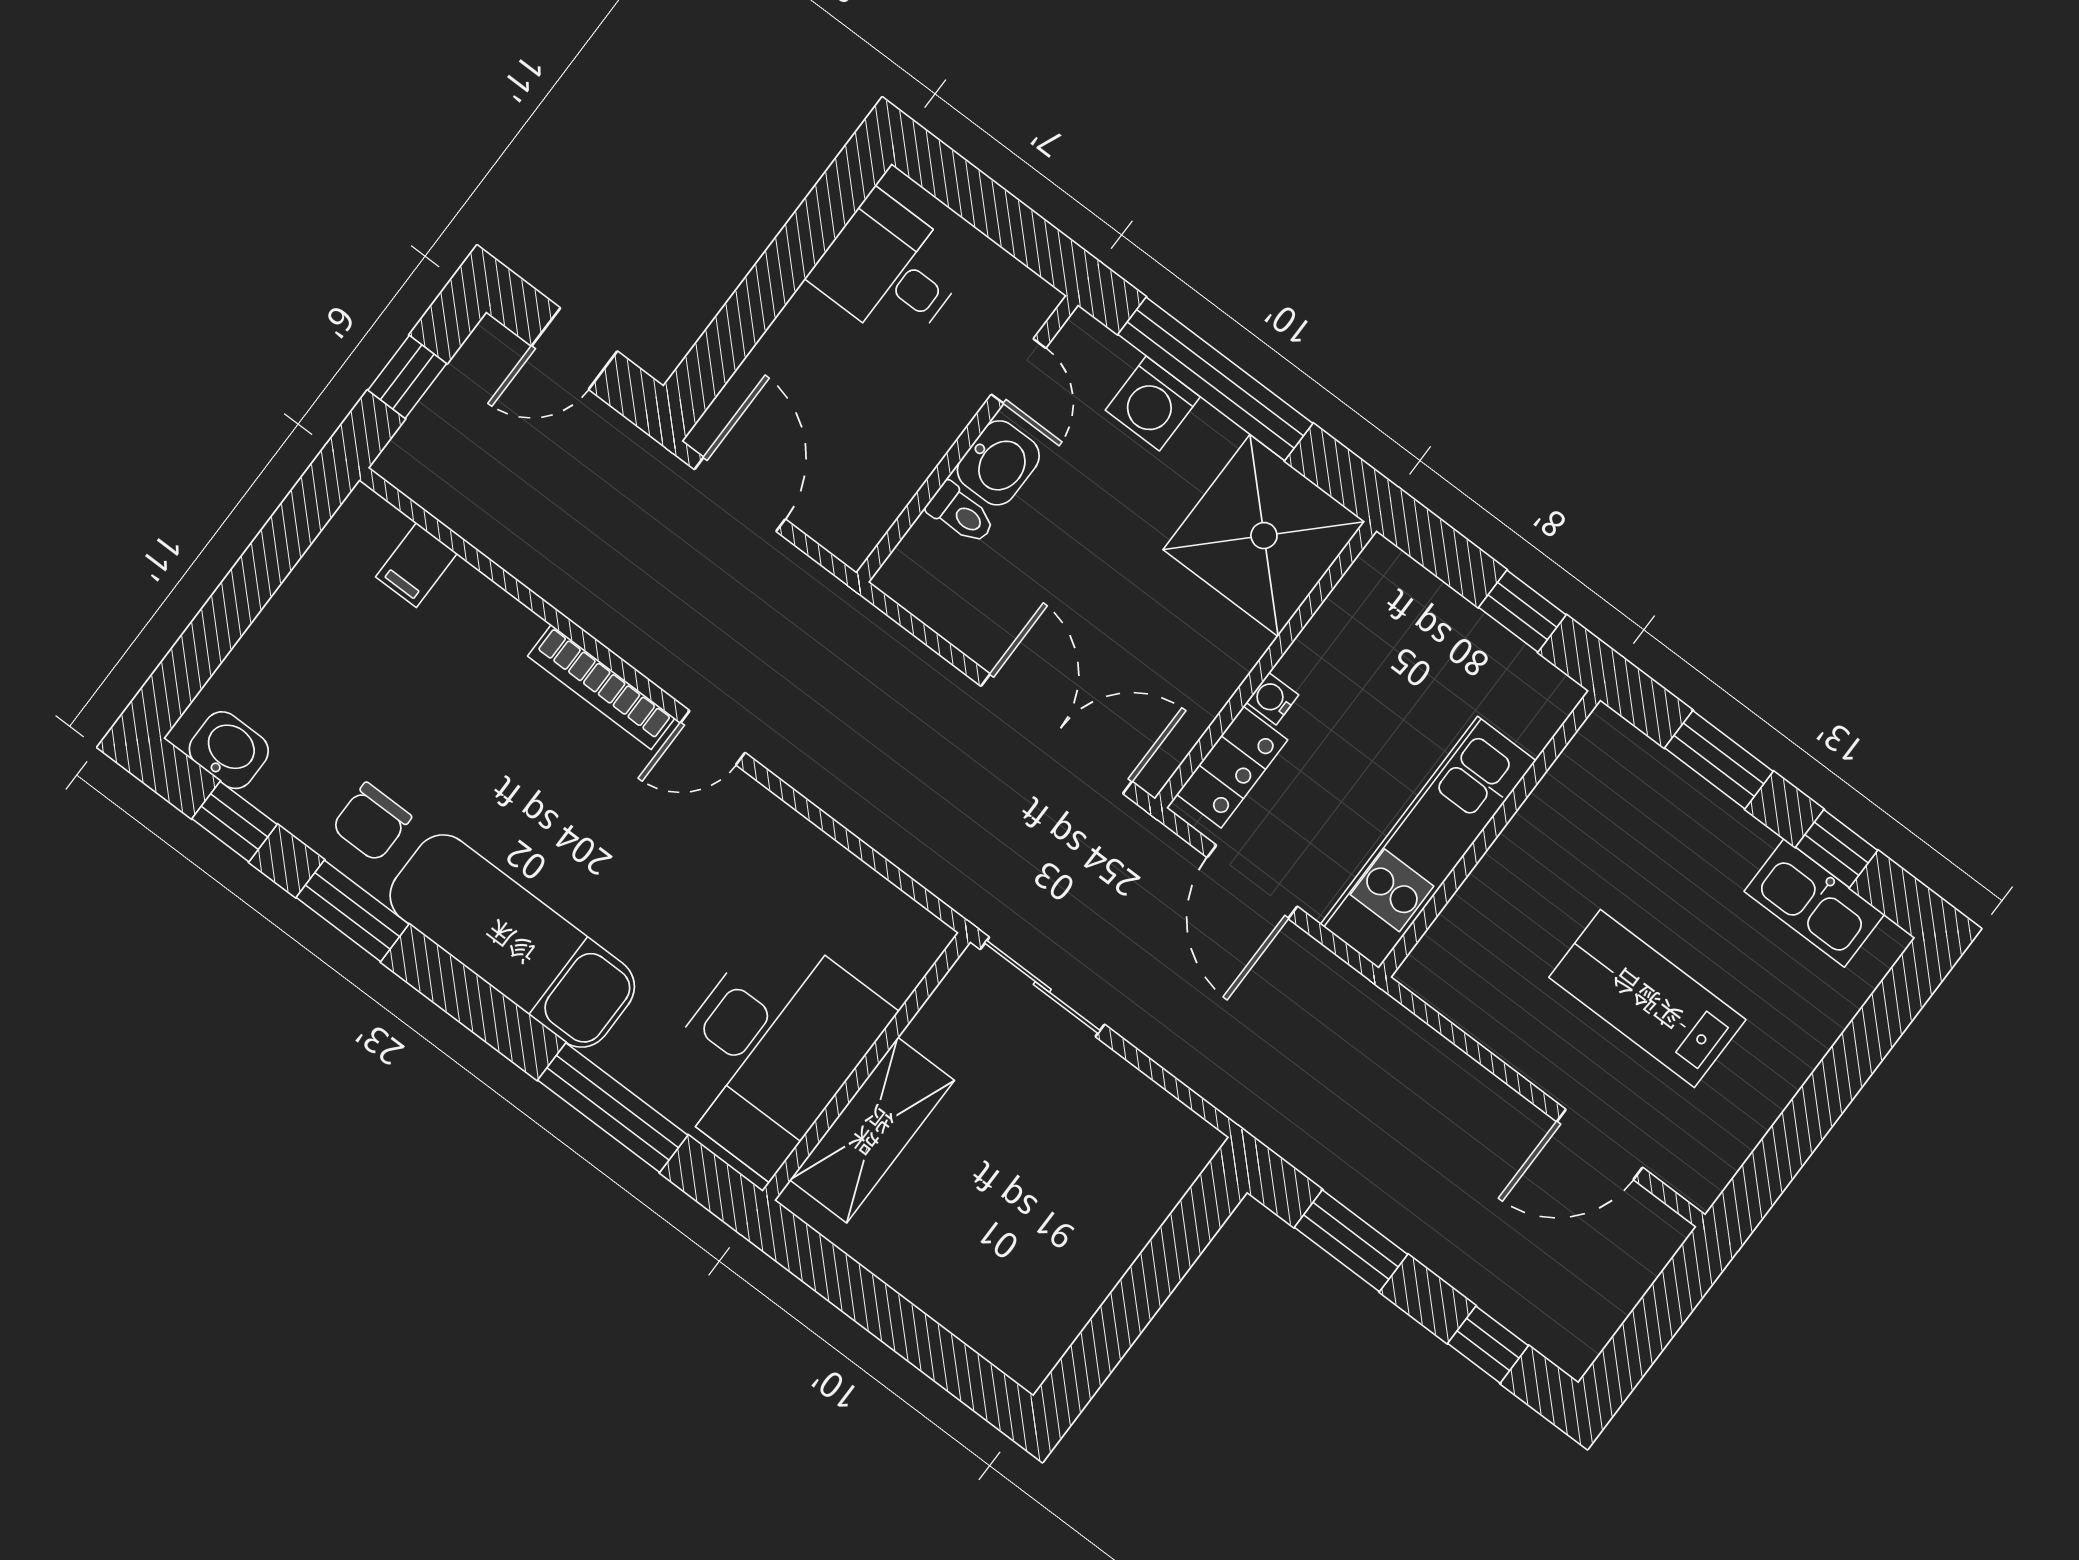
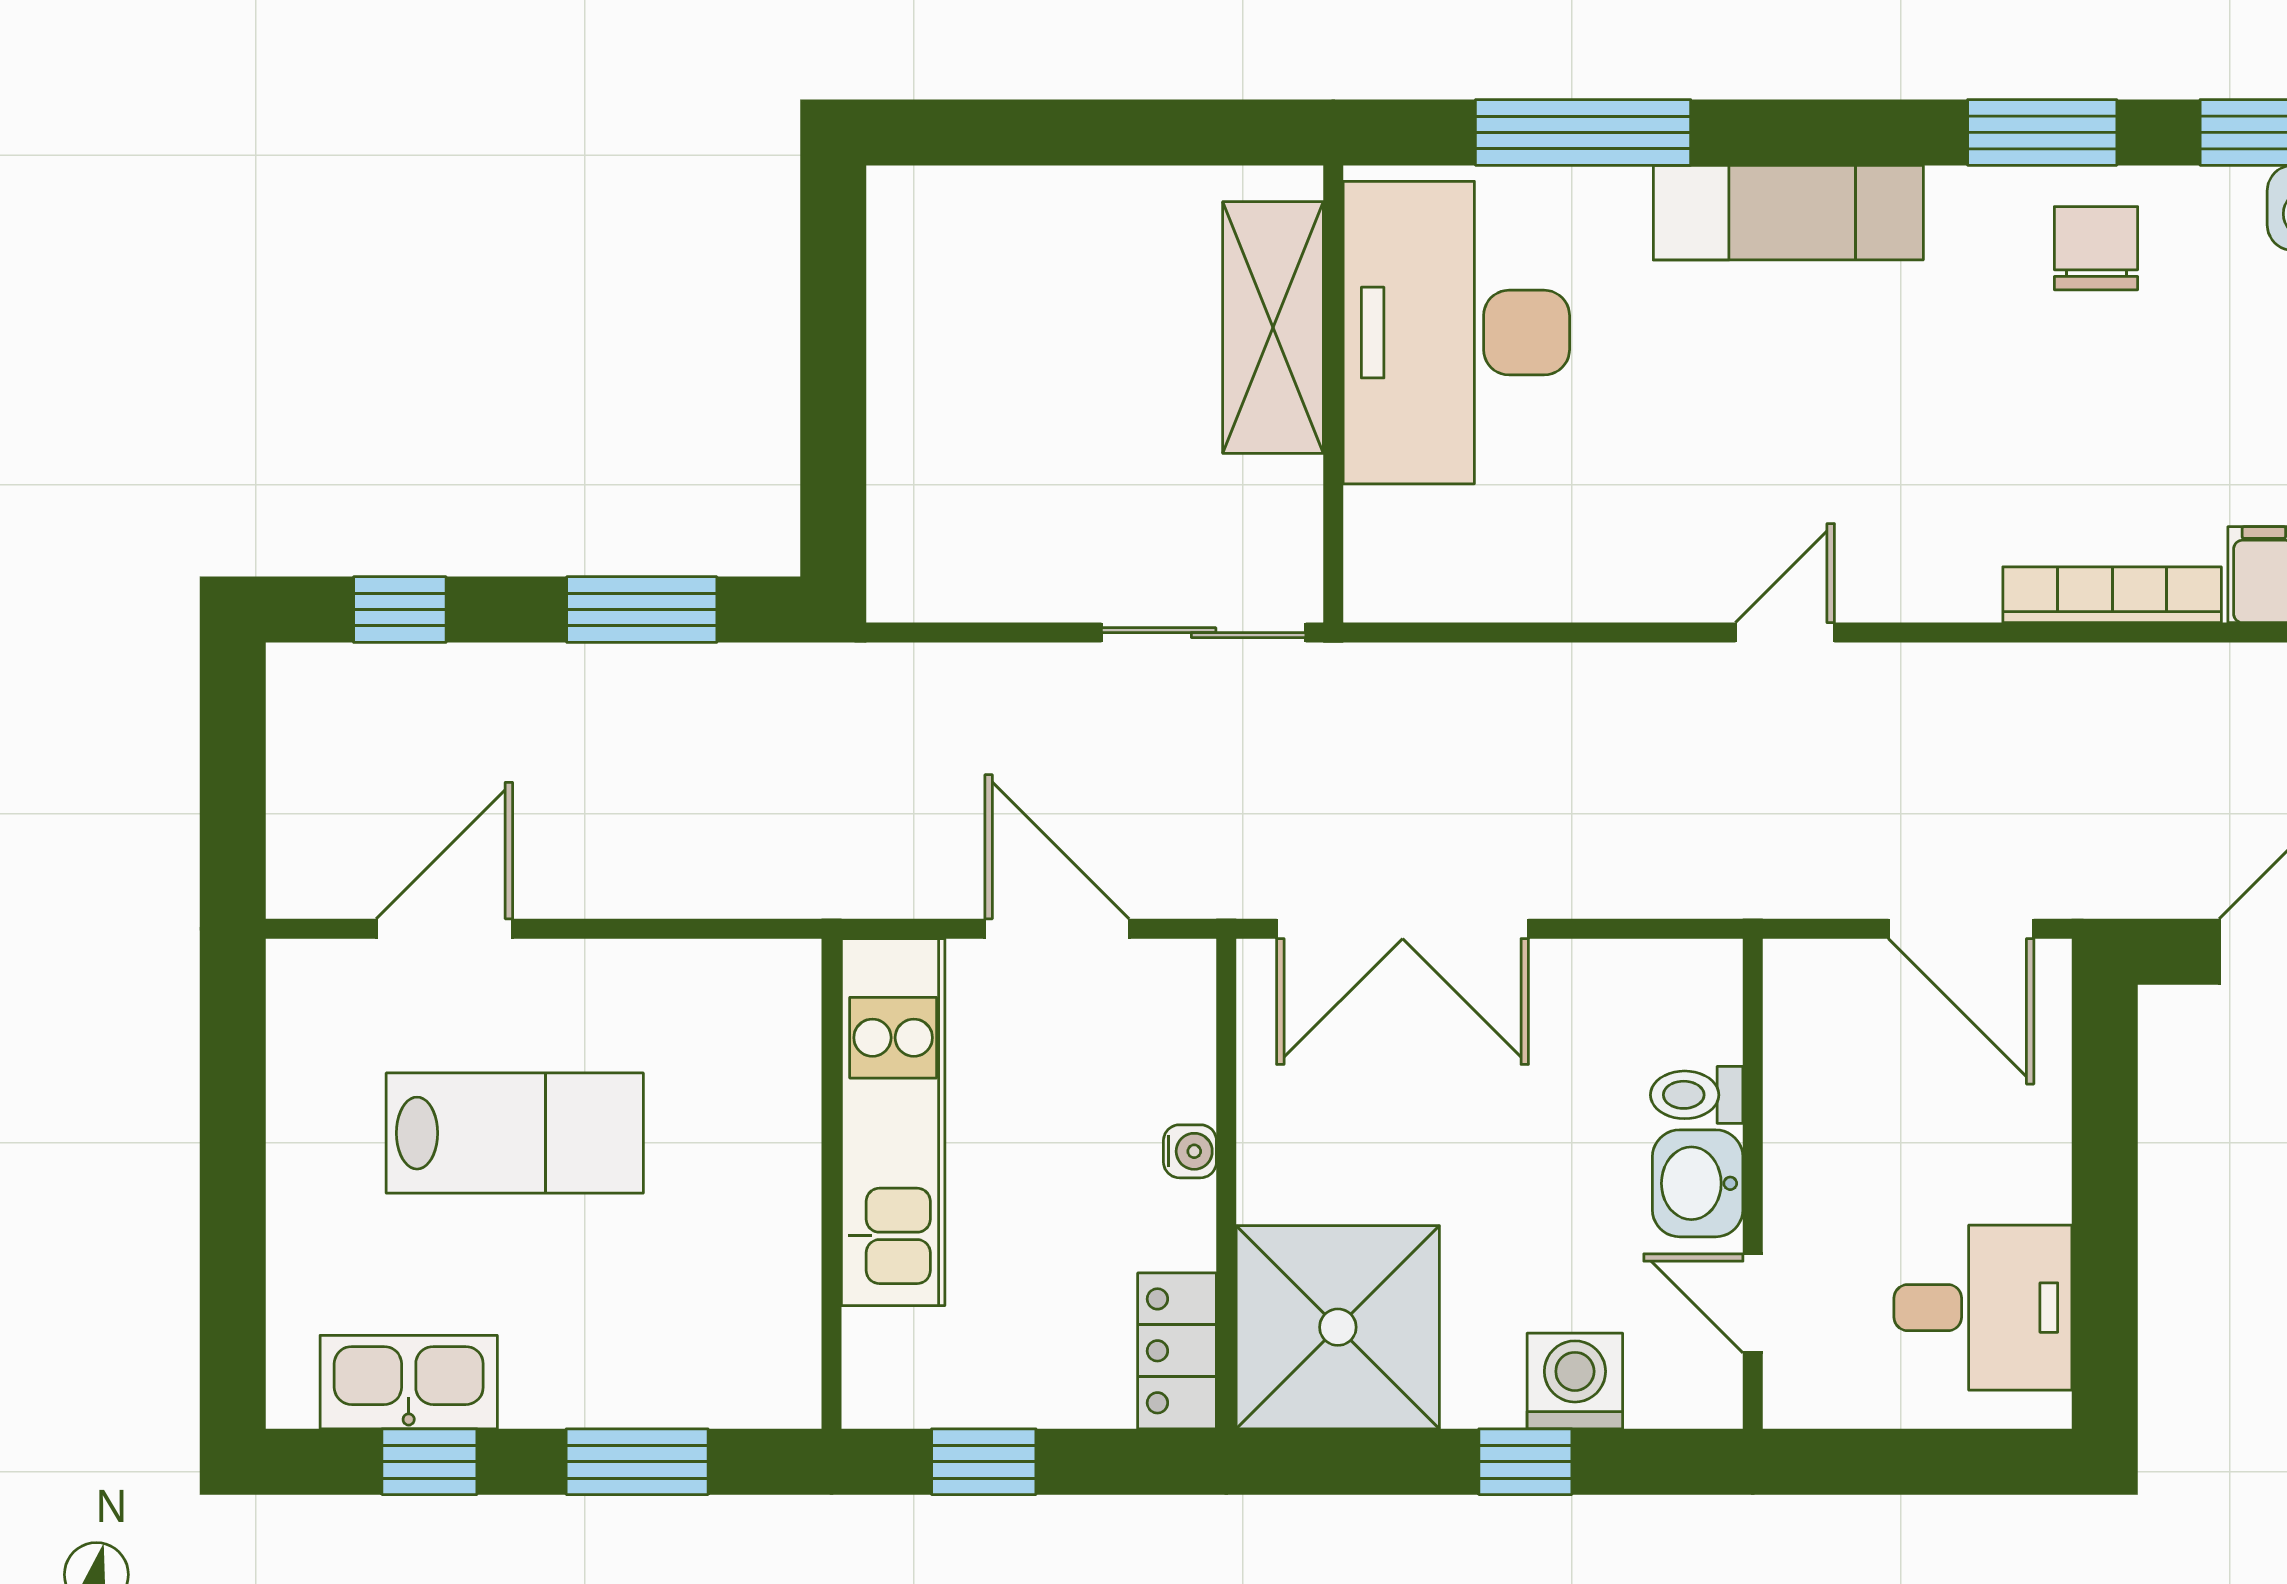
window: (1215, 379) -> (1525, 1462), width x0.32
bookcase: (601, 687) -> (2112, 595), moved
locker: (1232, 767) -> (1177, 1351), moved
exam couch: (512, 941) -> (1788, 213), width x0.73, depth x0.69

